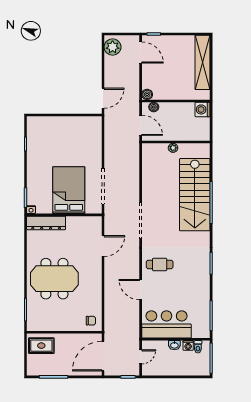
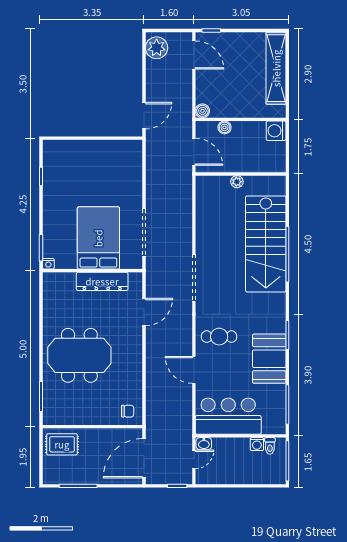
boiler: (154, 107) -> (225, 127), moved
dresser: (46, 223) -> (102, 281), moved
booth: (197, 281) -> (269, 359), added
washbasin: (174, 345) -> (204, 444), moved

